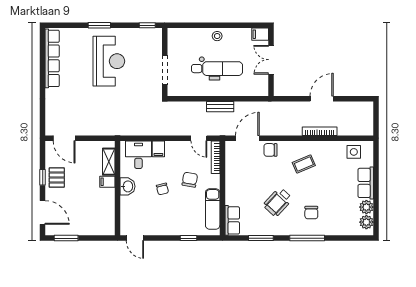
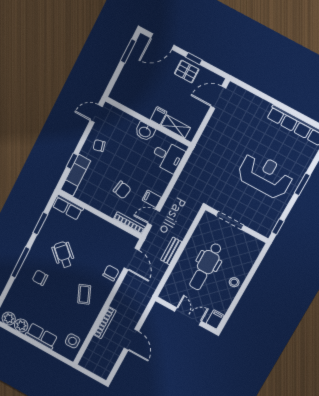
reception desk: (109, 61) -> (265, 175), turned 180
filing cabinet: (158, 149) -> (152, 199), moved
chair: (162, 189) -> (99, 146), moved
exam couch: (213, 209) -> (76, 175), moved, turned 90

